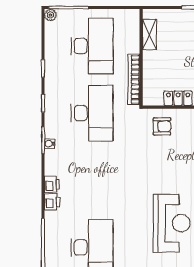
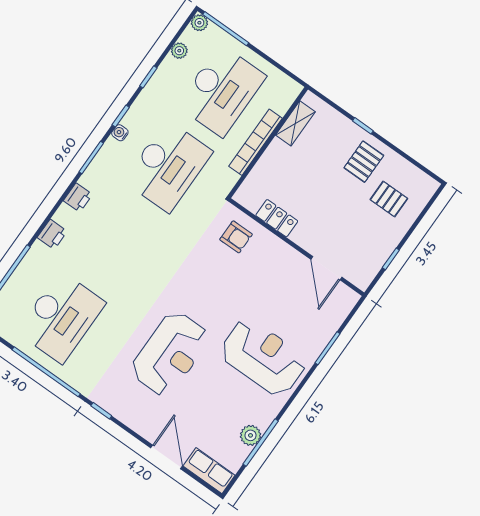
plant: (50, 40) -> (179, 51), added
bookcase: (134, 79) -> (256, 142), moved
water cooler: (50, 144) -> (120, 133), moved
printer: (52, 184) -> (78, 198), moved

